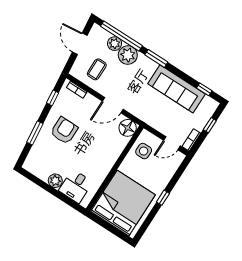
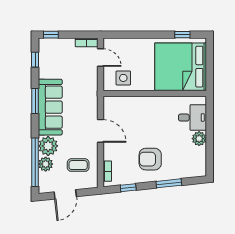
window: (156, 58) -> (35, 101), moved
sofa: (177, 89) -> (50, 107), moved
window: (210, 125) -> (51, 35), moved
floor lamp: (128, 128) -> (112, 105), removed
window: (163, 198) -> (182, 35), moved

